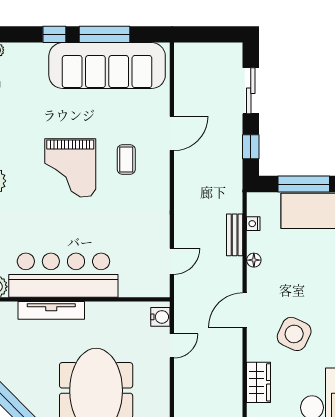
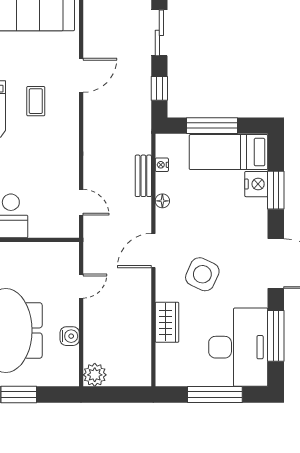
door: (172, 261) -> (81, 202), hinge flipped
water cooler: (160, 317) -> (70, 336), moved

